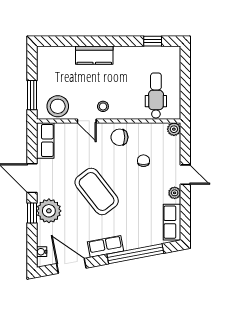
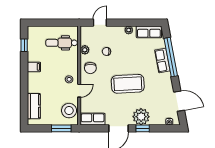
kitchen counter: (94, 55) -> (34, 106), moved
filing cabinet: (121, 55) -> (34, 67), added
plant: (174, 129) -> (85, 50), moved
door: (185, 175) -> (100, 23), moved
coffee table: (97, 191) -> (128, 84), turned 35
row of seats: (106, 246) -> (162, 60), moved
door: (71, 266) -> (179, 101), swing flipped

